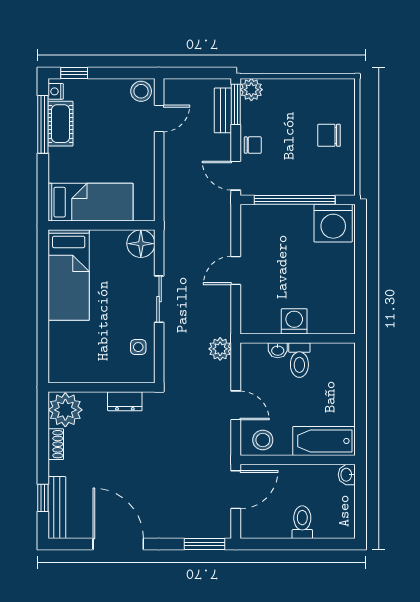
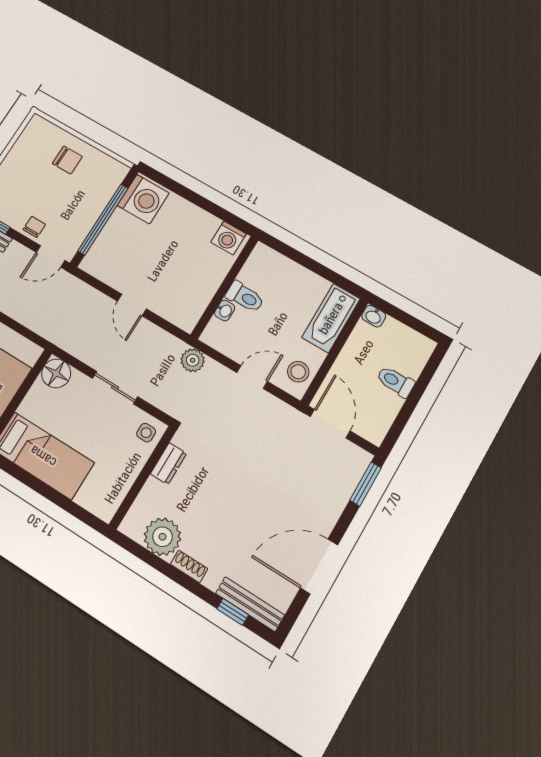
chair: (329, 135) -> (67, 160), turned -90
washing machine: (294, 321) -> (229, 238), moved, turned -90
wall: (102, 387) -> (143, 477), moved
dresser: (125, 401) -> (169, 464), moved

